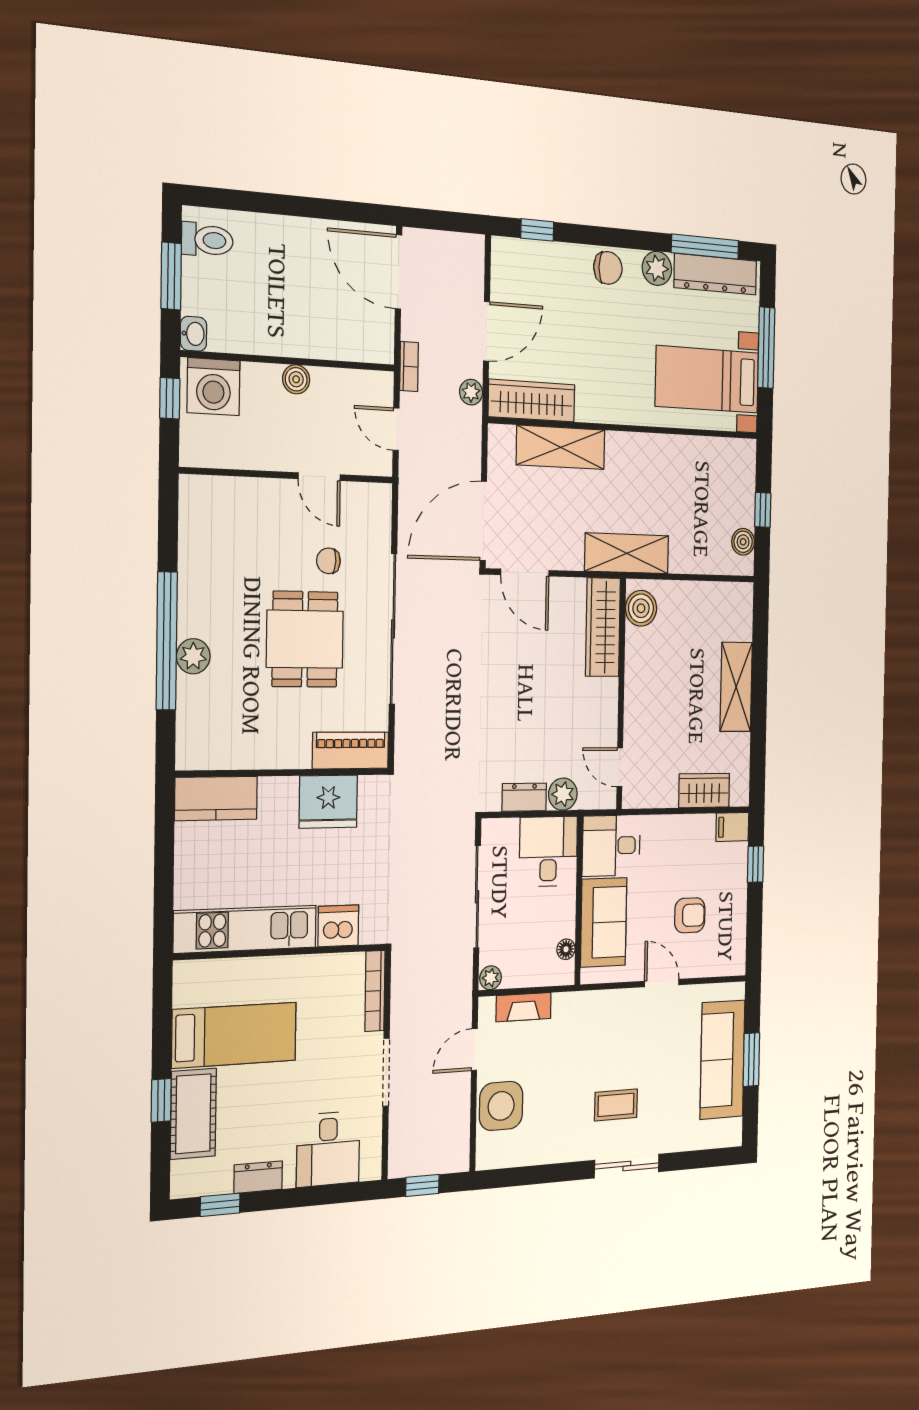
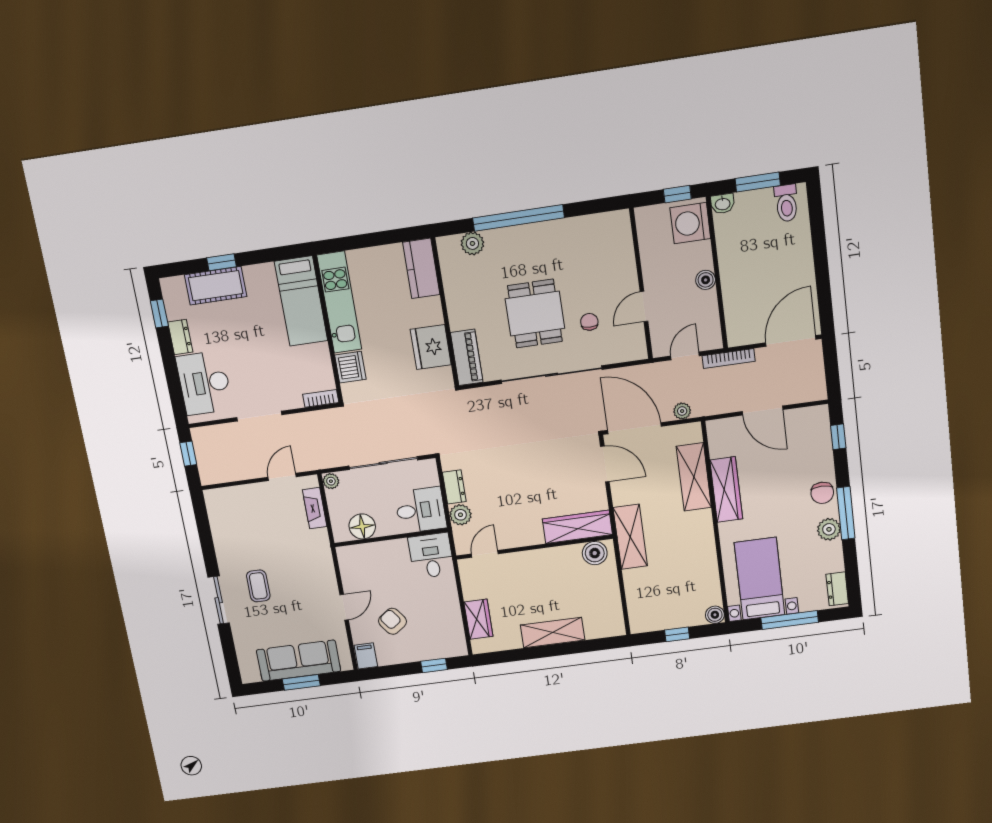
window: (705, 247) -> (846, 513), moved
dresser: (715, 274) -> (837, 589), width x0.51, depth x0.80
bookcase: (409, 366) -> (729, 359), width x1.56
plant: (471, 392) -> (682, 411), moved
wardrobe: (532, 401) -> (726, 490), moved
boiler: (743, 542) -> (715, 615), moved
door: (525, 573) -> (605, 464), swing flipped
dining table: (305, 639) -> (535, 314), turned 90
plant: (193, 656) -> (472, 243), moved
filing cabinet: (732, 827) -> (366, 656), moved
armchair: (690, 915) -> (392, 621), turned 144
sofa: (604, 922) -> (379, 558), removed
floor lamp: (566, 949) -> (362, 526), width x1.89, depth x1.89
bookcase: (375, 991) -> (321, 398), width x0.64
bed: (234, 1035) -> (301, 301), moved
door: (474, 1049) -> (282, 477), hinge flipped
side table: (501, 1106) -> (247, 502), removed
desk: (328, 1149) -> (204, 383), width x1.37

